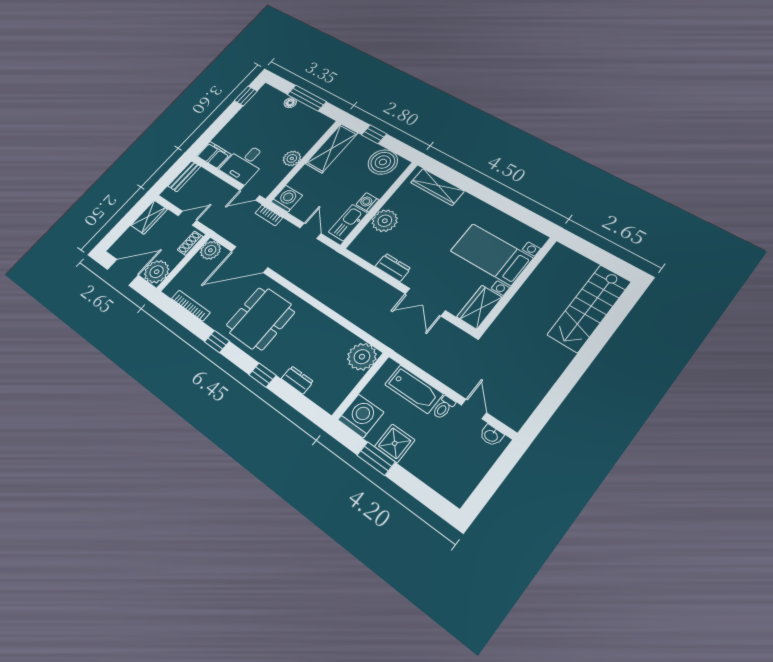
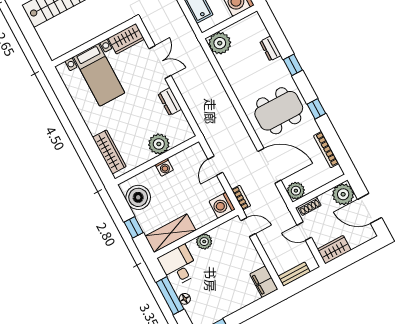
desk: (244, 163) -> (179, 266), moved, turned -90
kitchen sink: (348, 223) -> (186, 157), removed

